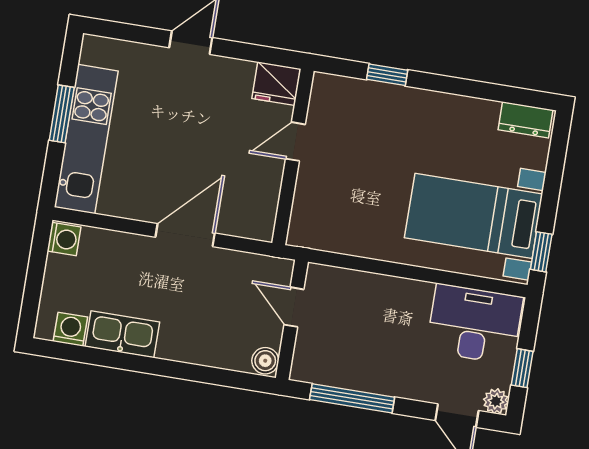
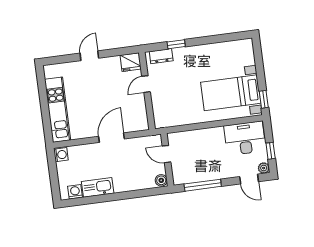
window: (62, 114) -> (44, 102), removed
dresser: (525, 120) -> (161, 56), moved

